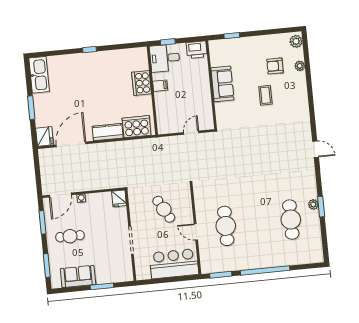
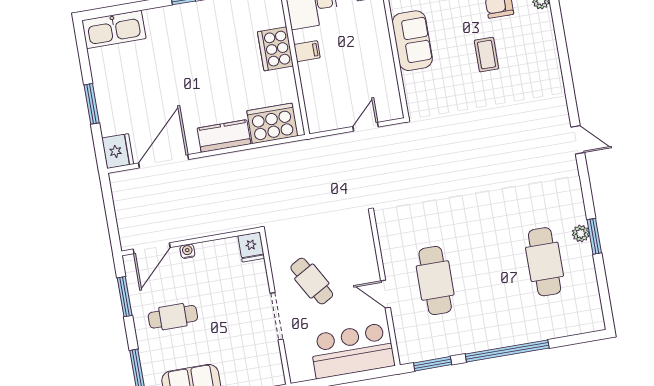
kitchen sink: (39, 75) -> (114, 29), moved, turned 90
cafe table: (164, 209) -> (312, 281), moved

